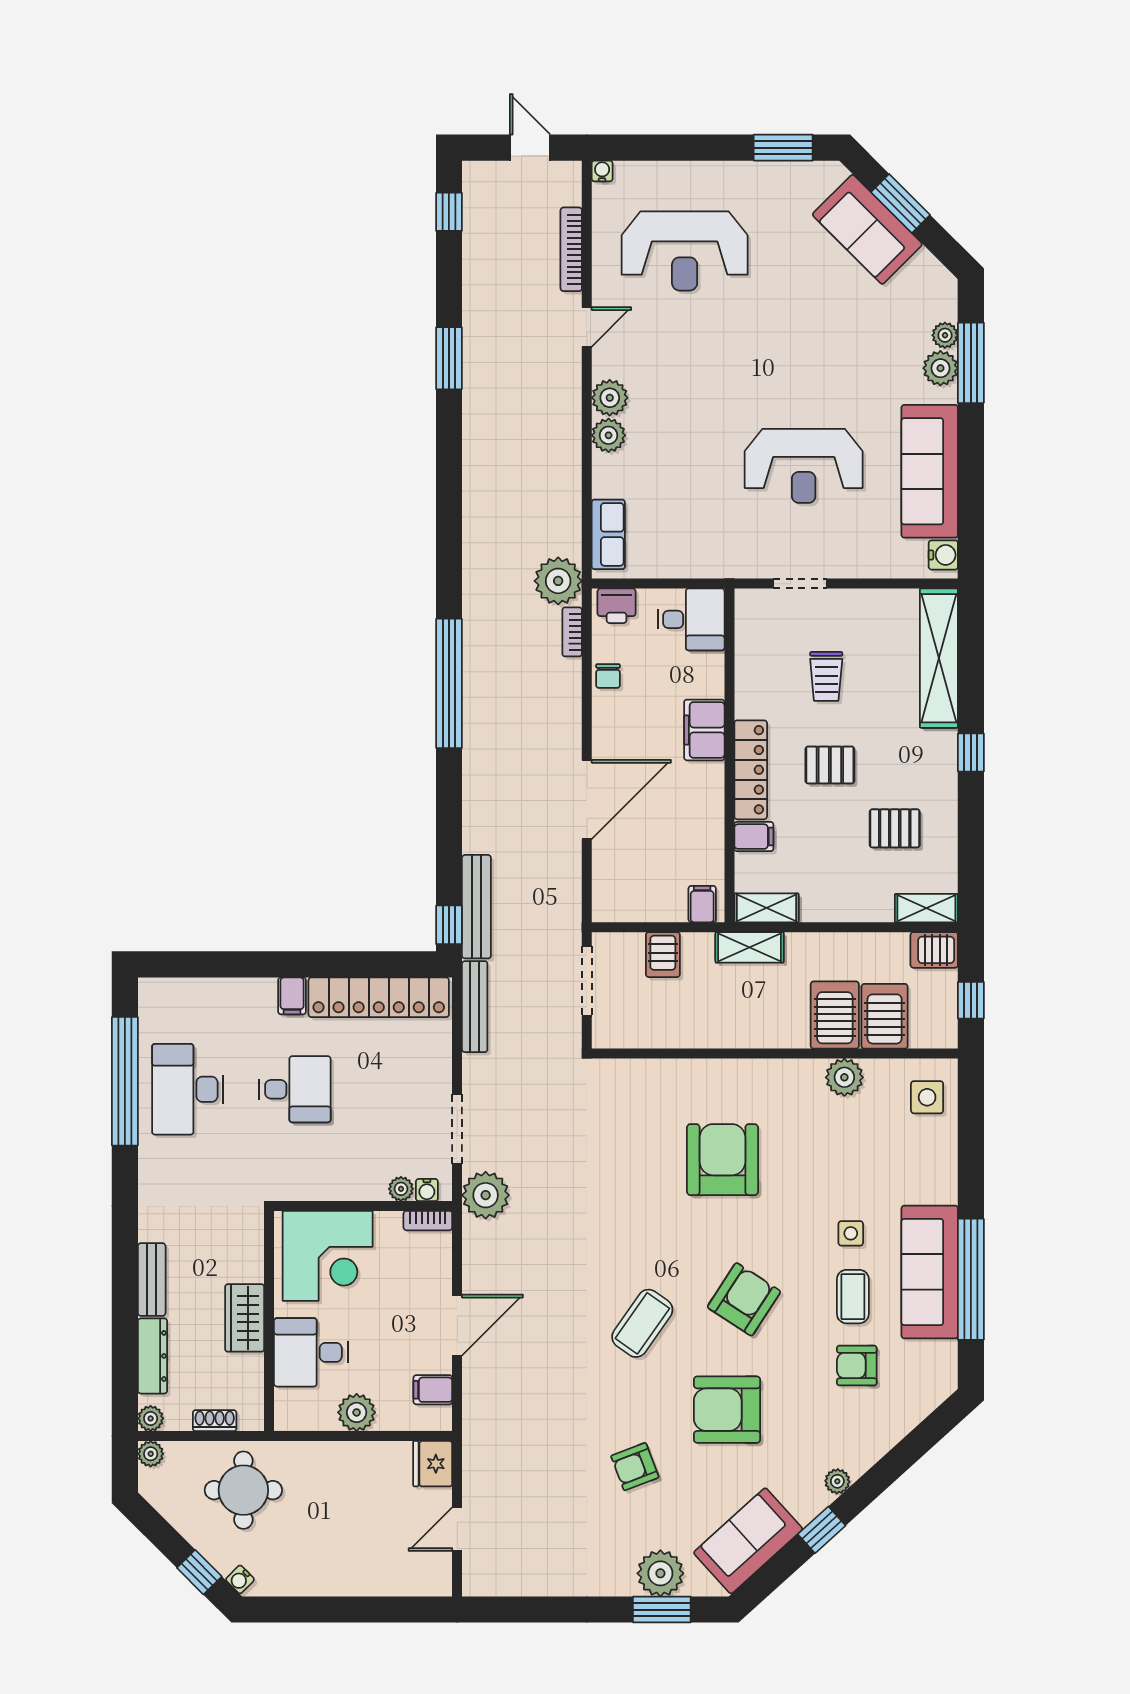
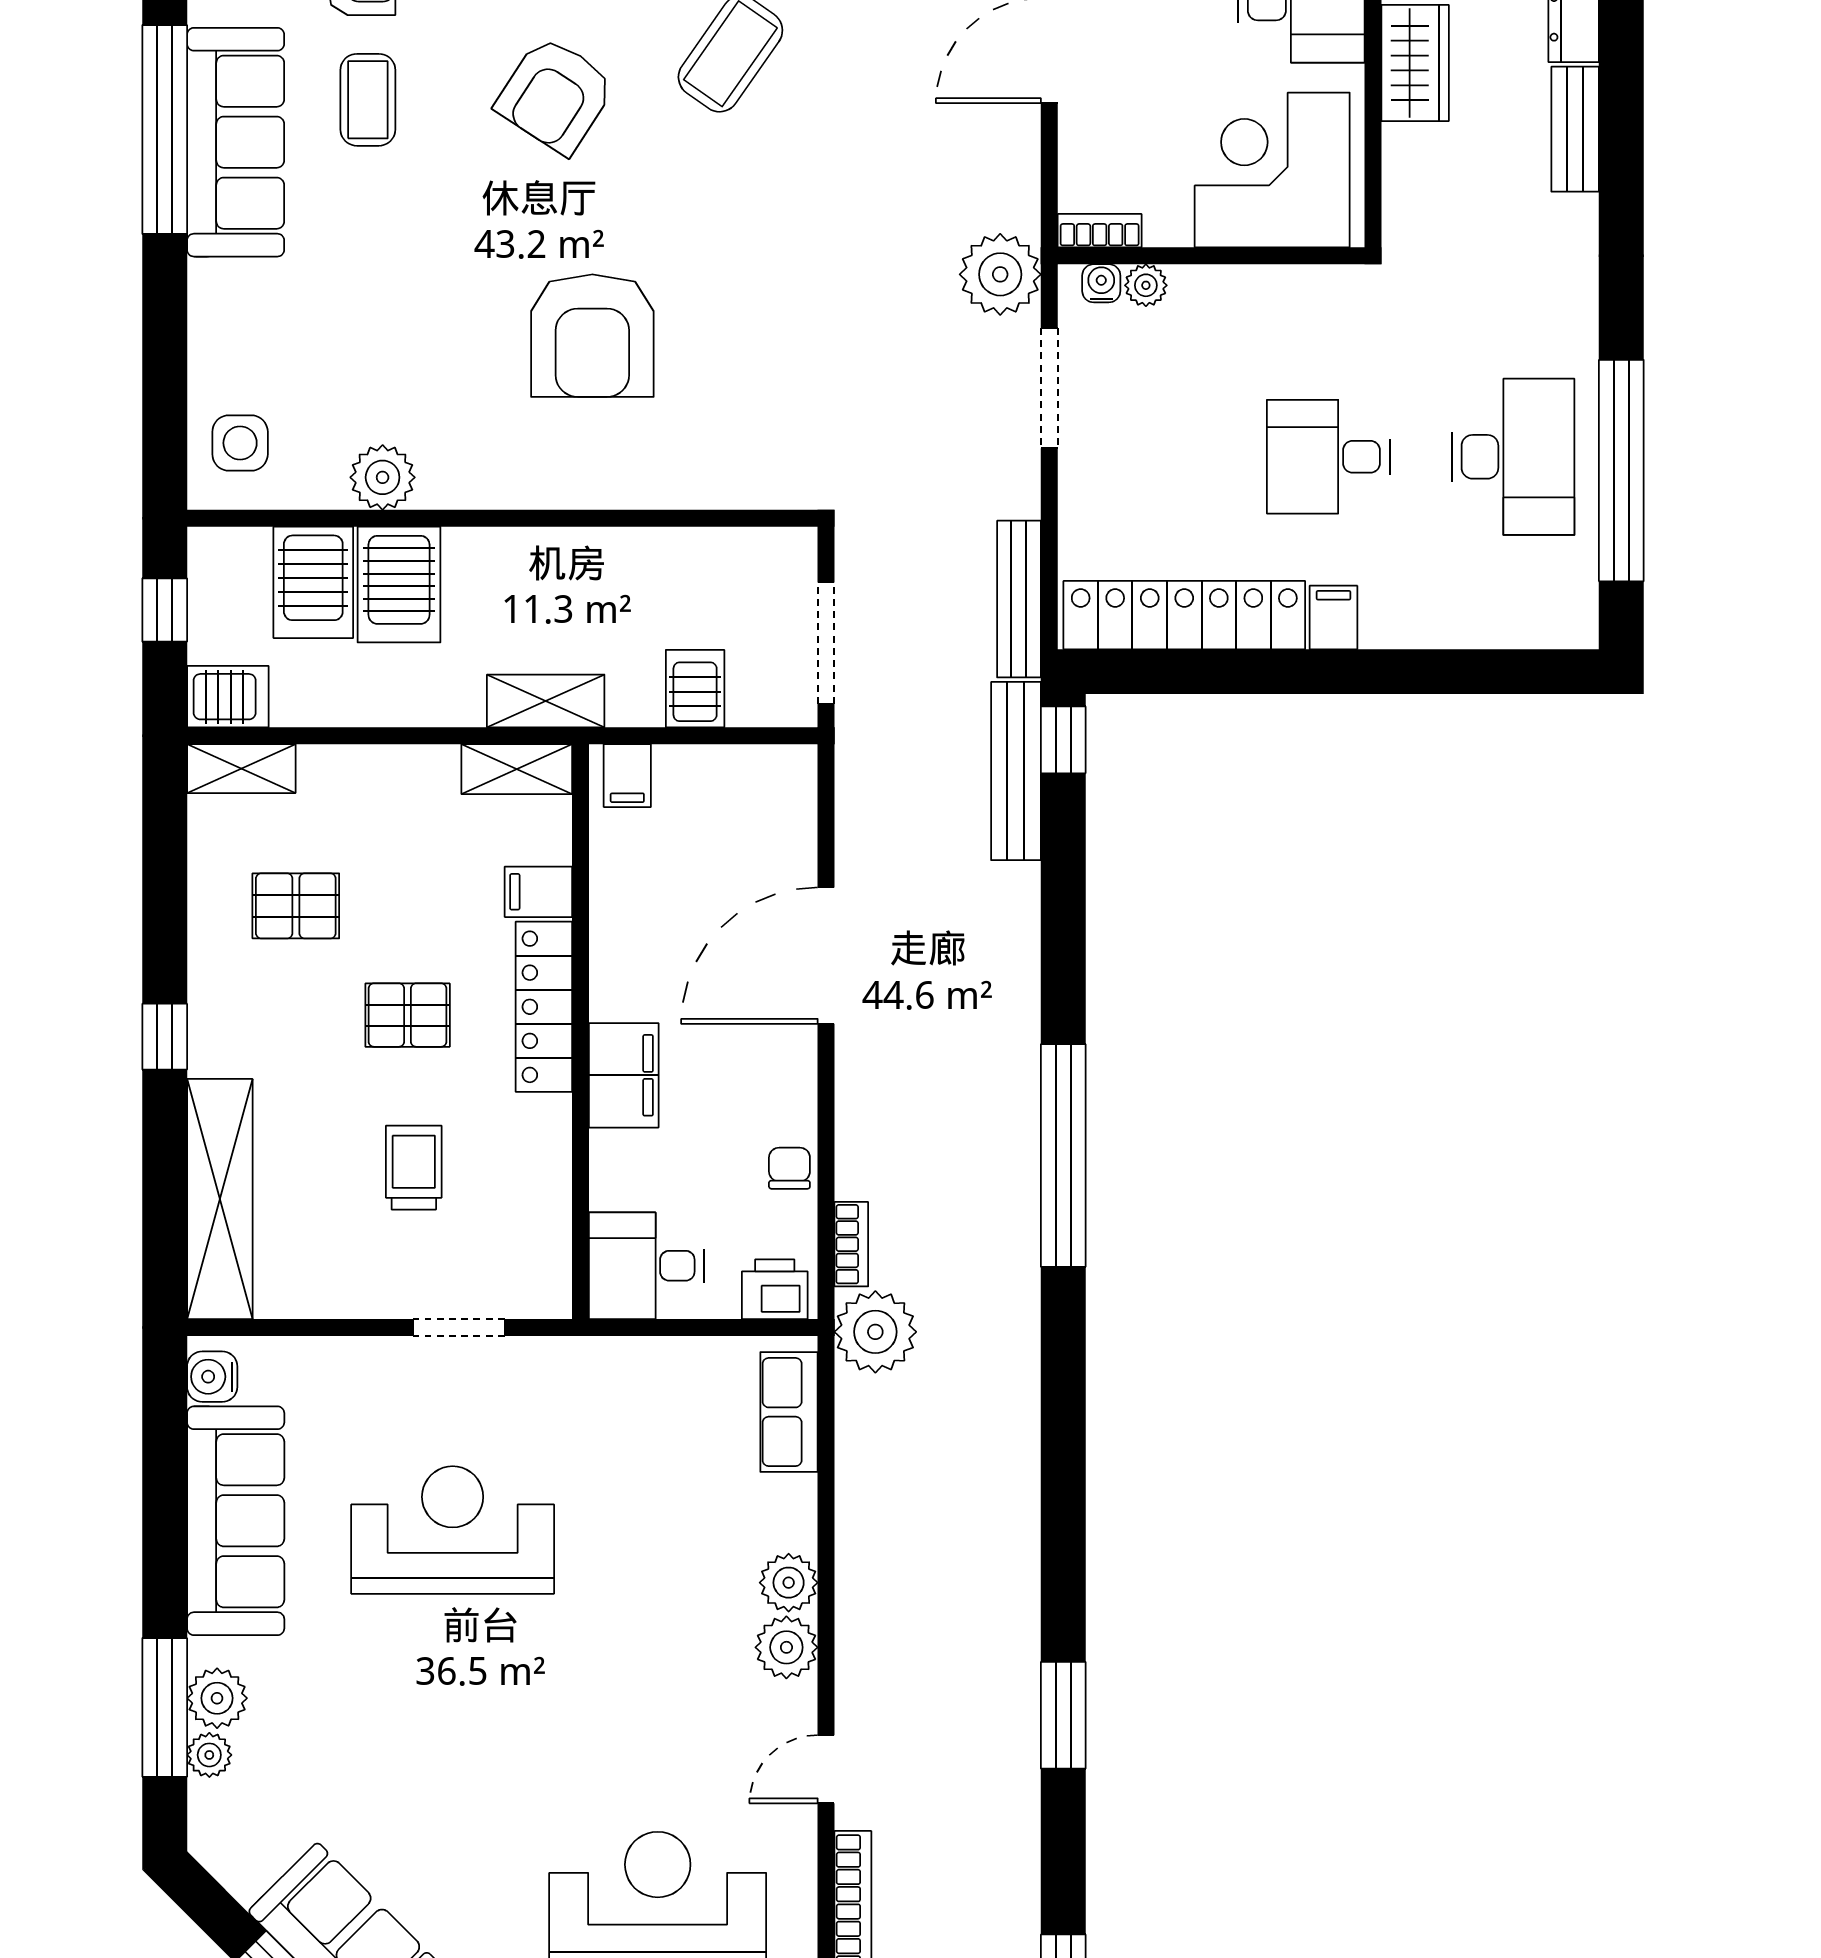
side table: (851, 1233) -> (372, 209), removed

